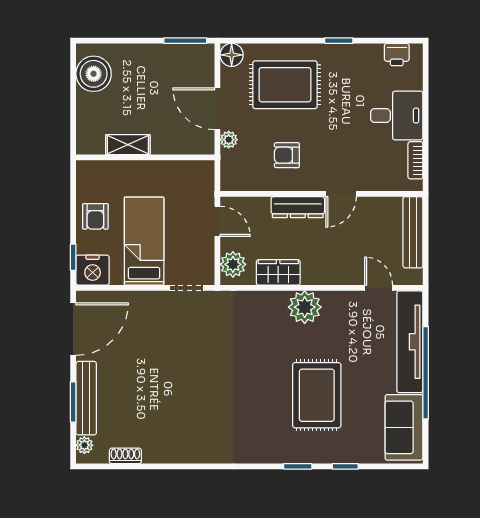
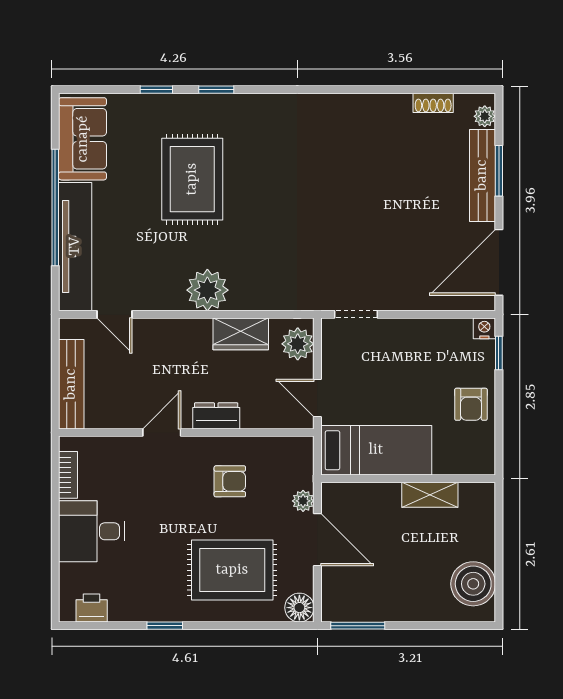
dresser: (298, 207) -> (216, 416), width x0.70
armchair: (95, 216) -> (471, 404), turned 180
bed: (144, 241) -> (376, 450), moved, turned -90
nightstand: (93, 270) -> (484, 328), width x0.53, depth x0.56

